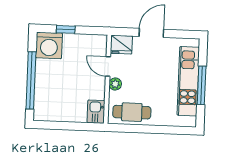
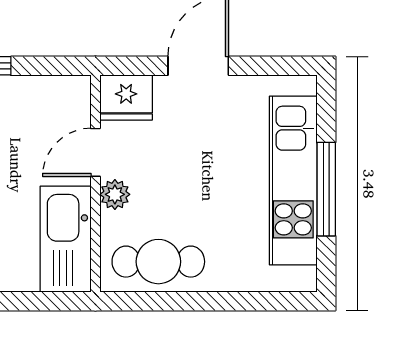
door: (108, 67) -> (95, 152), hinge flipped
kitchen sink: (96, 112) -> (66, 239), width x1.87, depth x1.24

